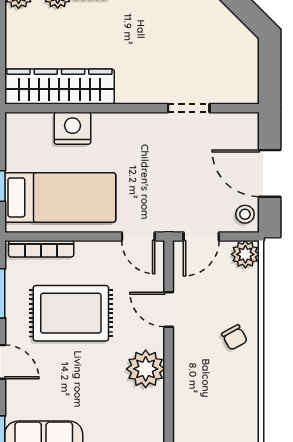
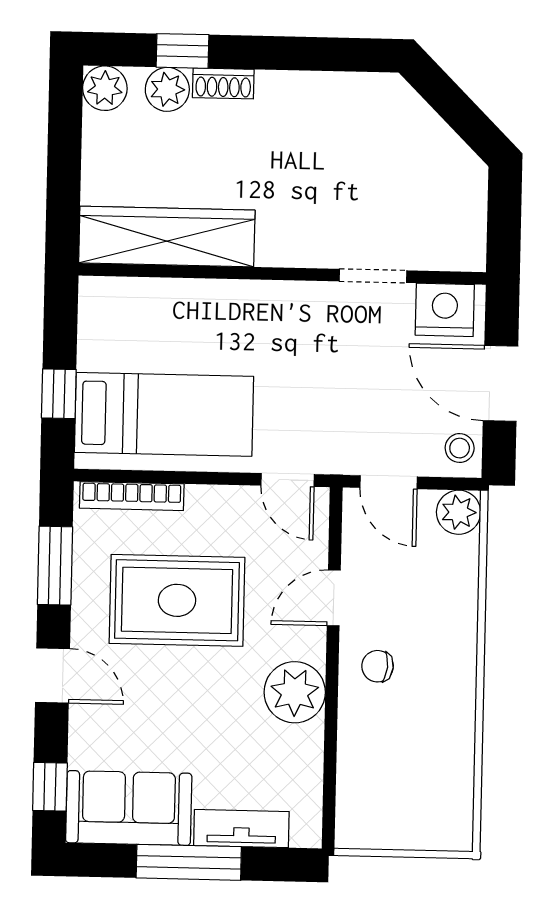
nightstand: (72, 128) -> (445, 310), moved
door: (201, 237) -> (389, 482), hinge flipped
door: (169, 309) -> (334, 598), hinge flipped
chair: (234, 337) -> (378, 666), moved, turned 124

